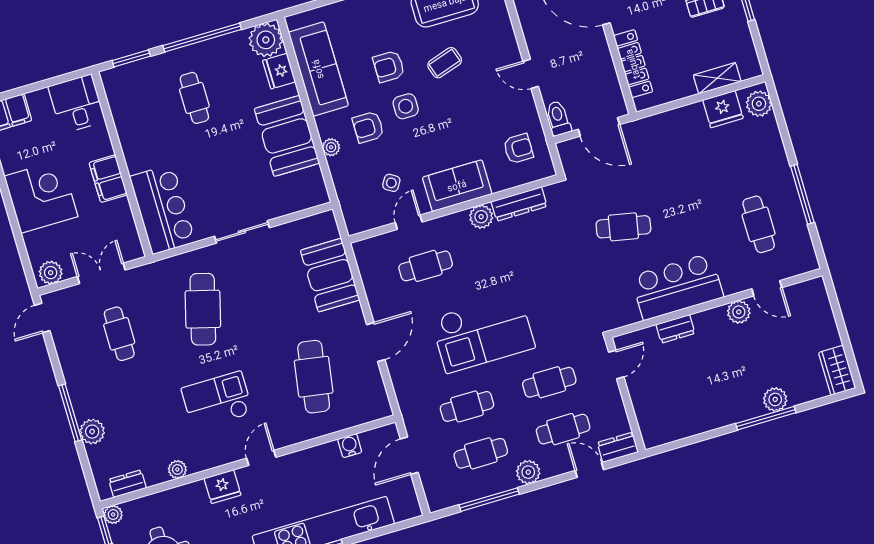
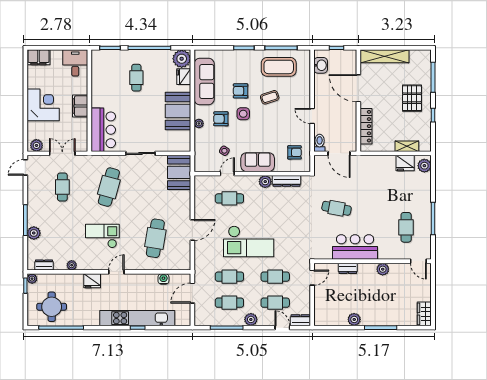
booth: (330, 275) -> (179, 172), moved
door: (767, 288) -> (418, 261), moved
plant: (775, 399) -> (354, 319), moved

